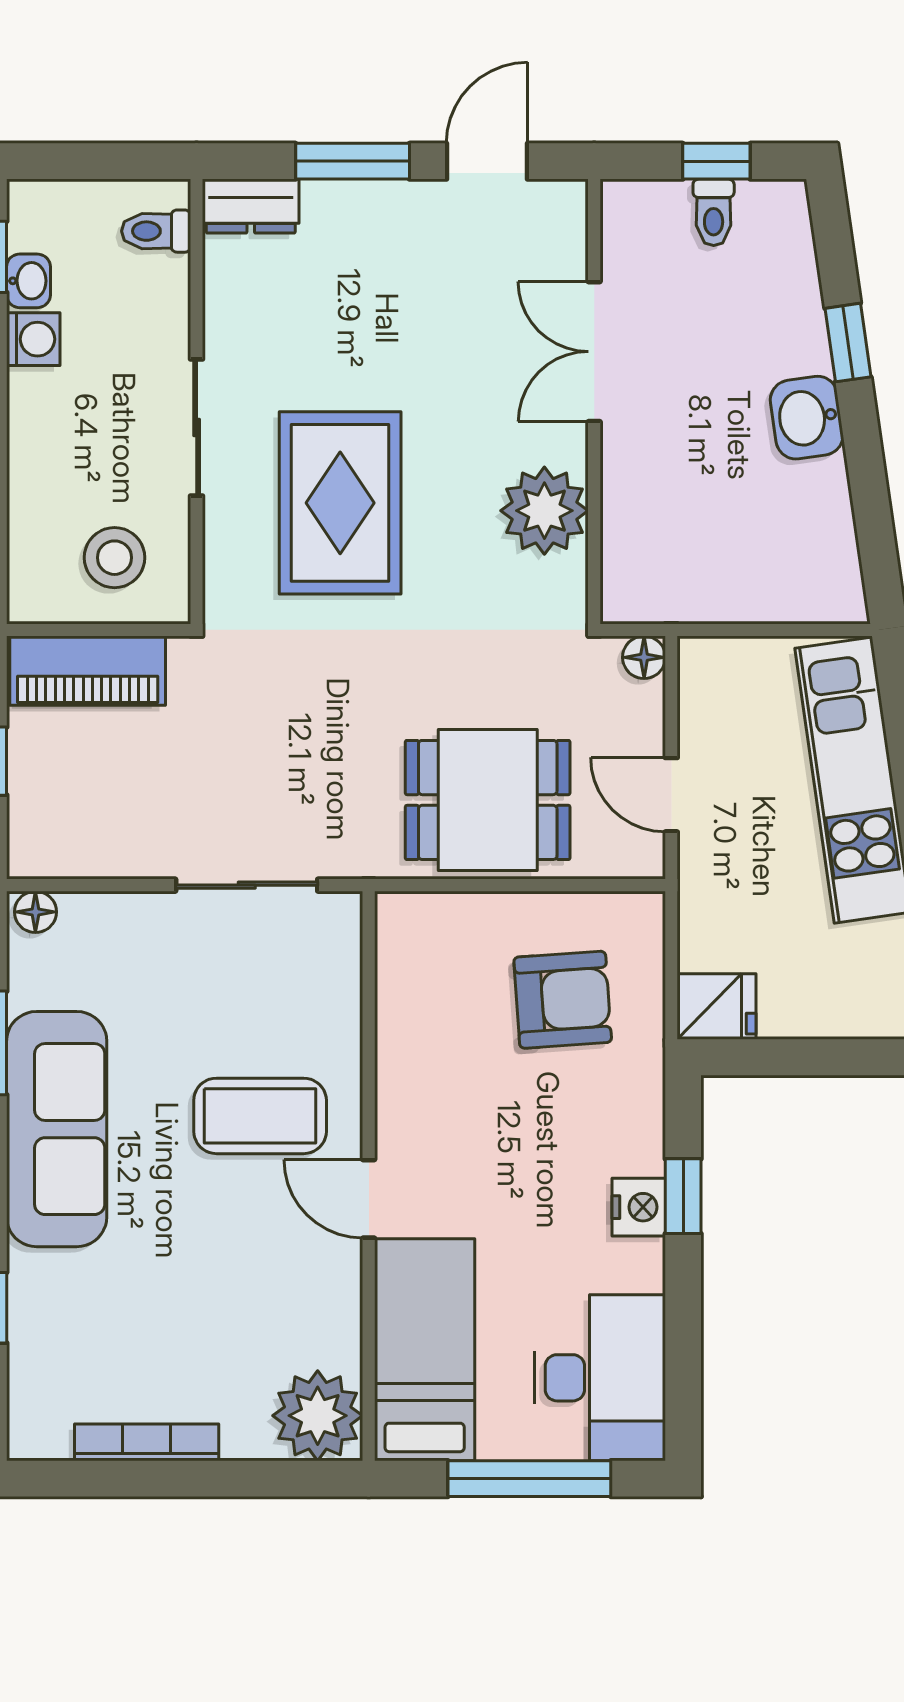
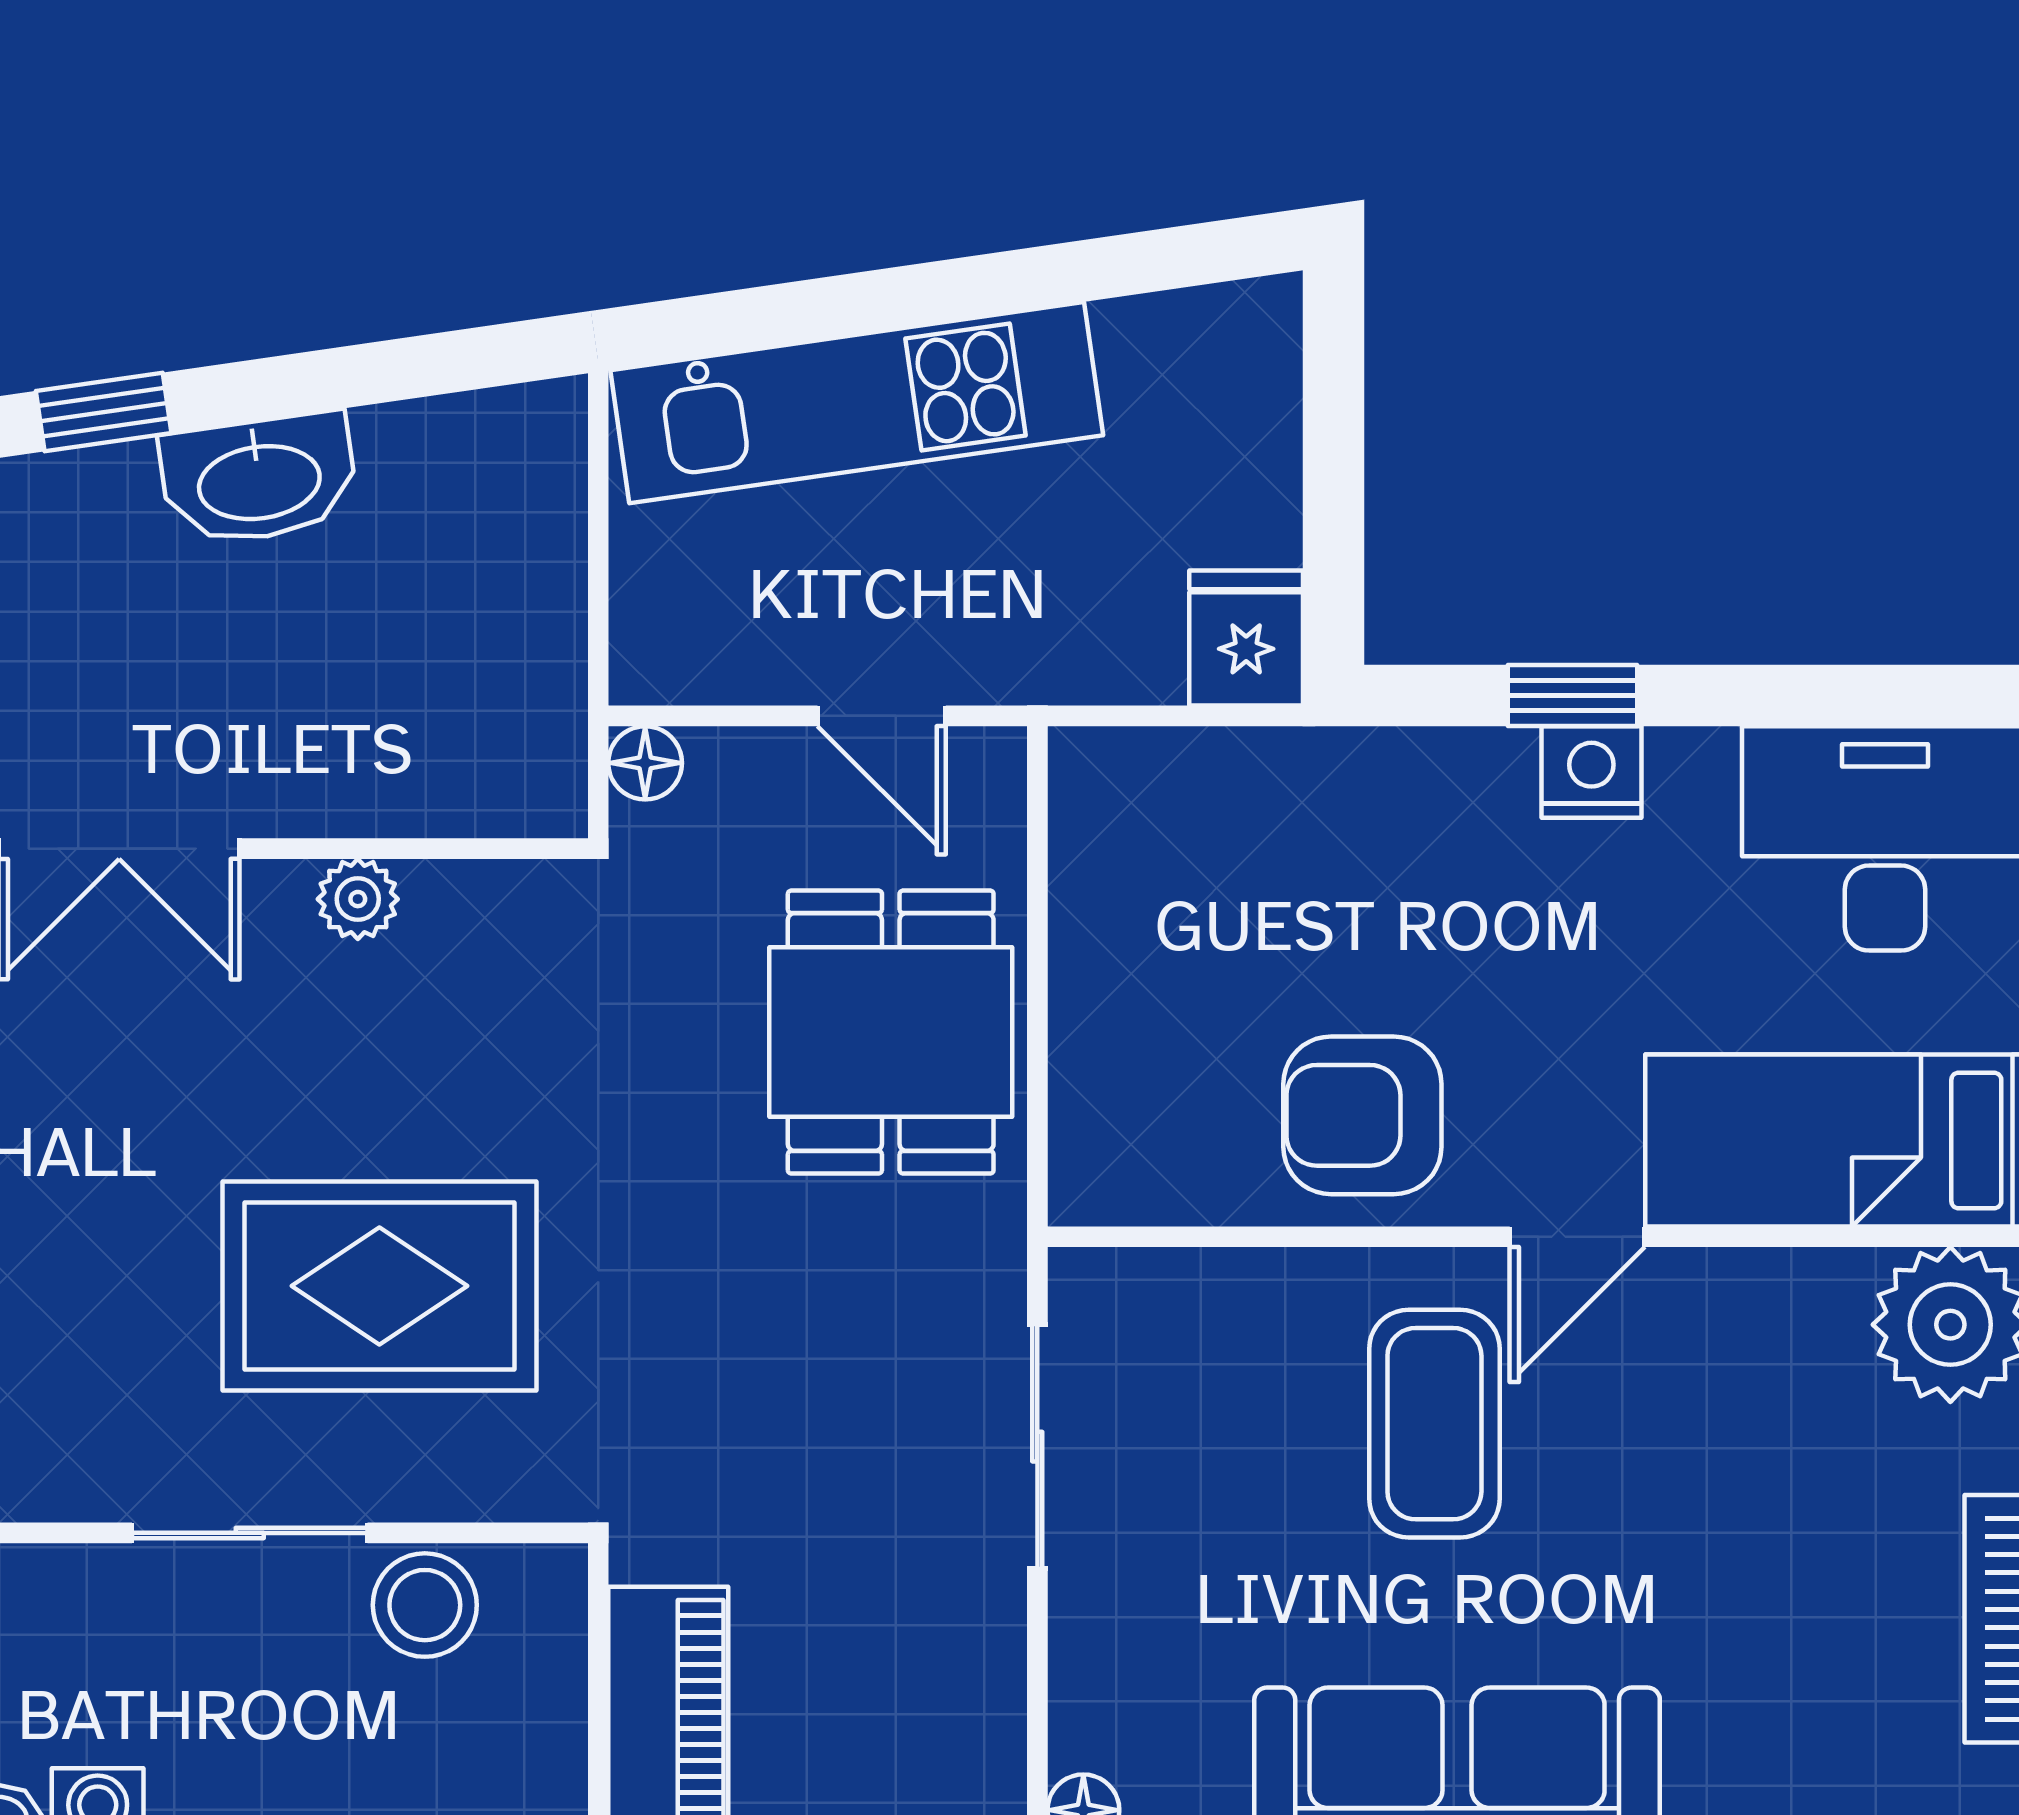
washbasin: (807, 418) -> (259, 479), width x1.38
plant: (544, 511) -> (358, 899), width x0.53, depth x0.53
stool: (114, 558) -> (425, 1605), moved
door: (671, 795) -> (882, 716), hinge flipped
armchair: (563, 1000) -> (1362, 1115), moved, turned -86

